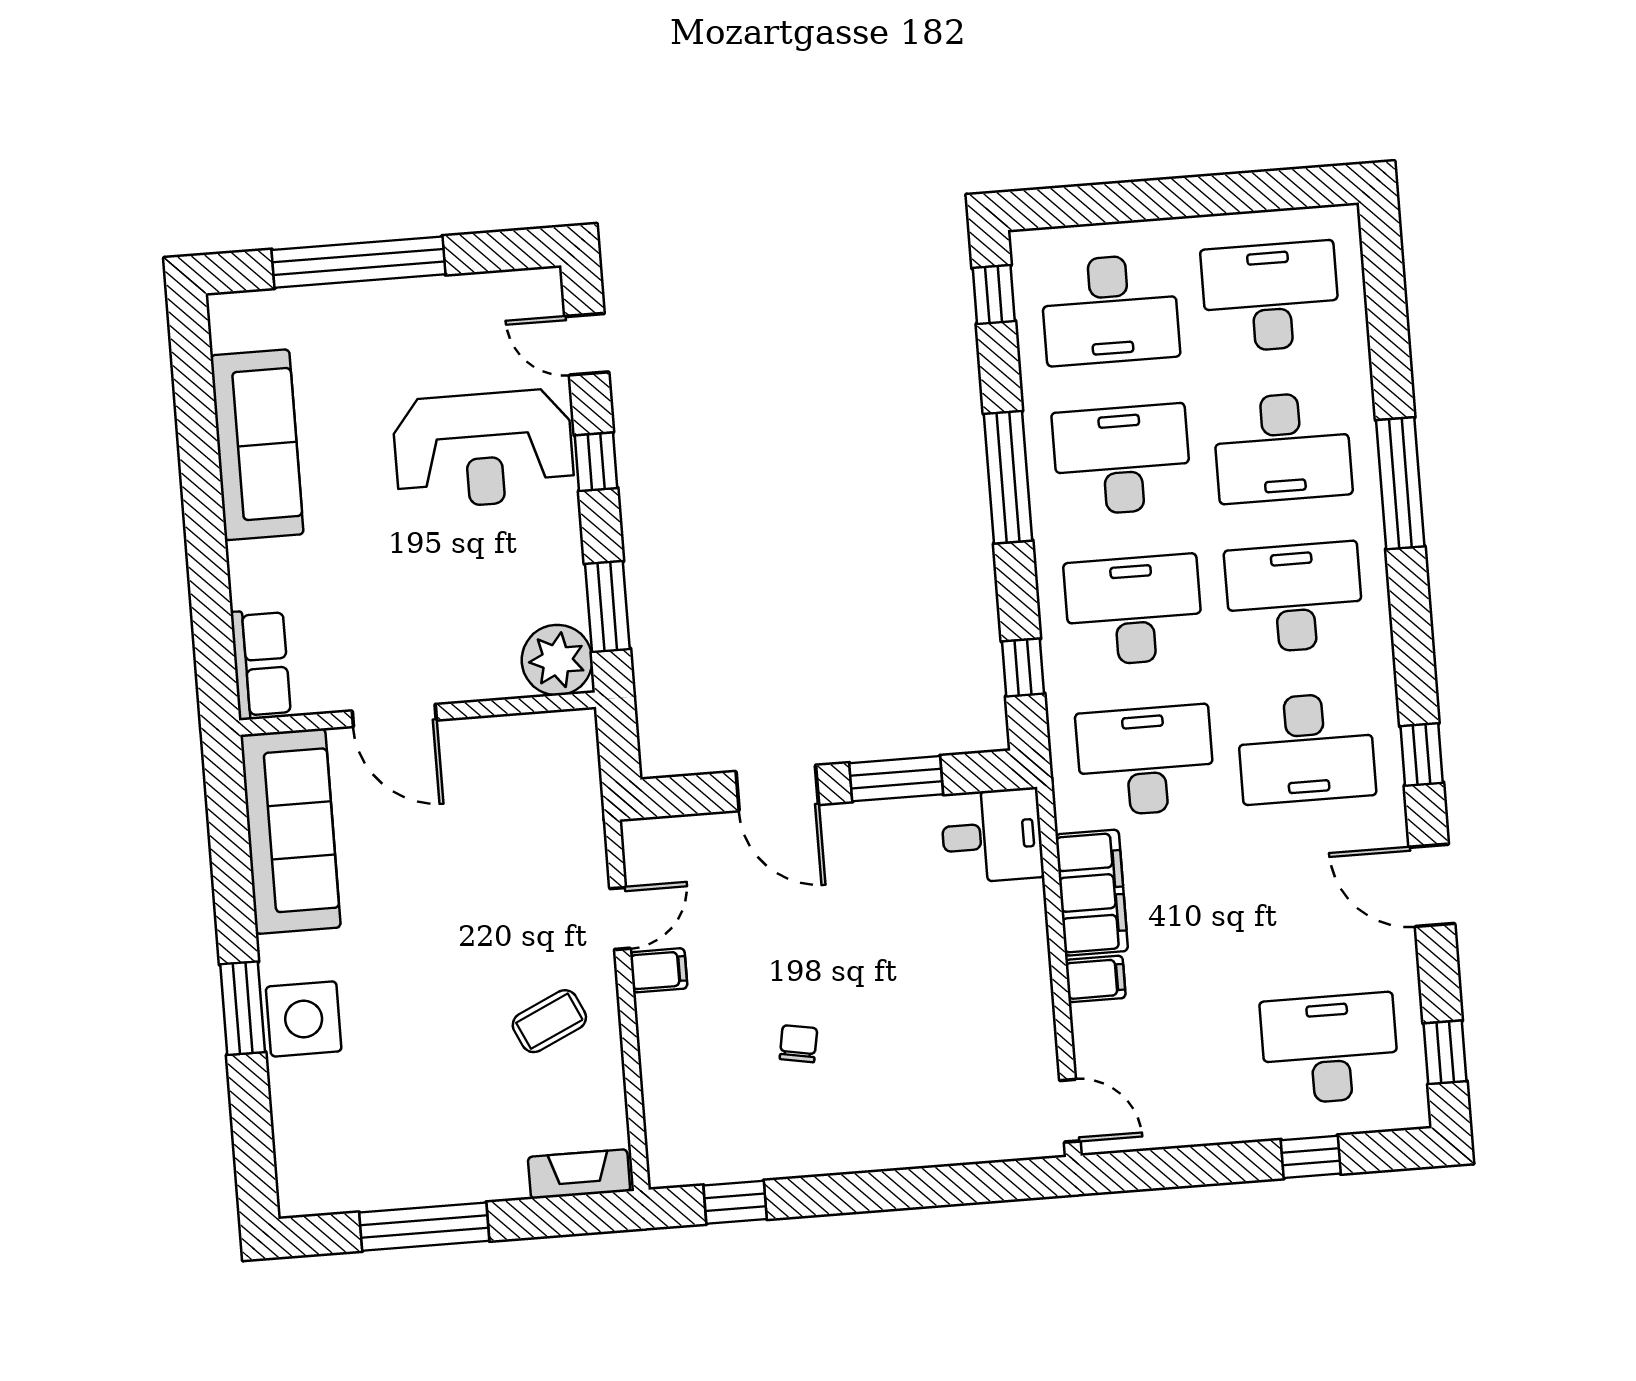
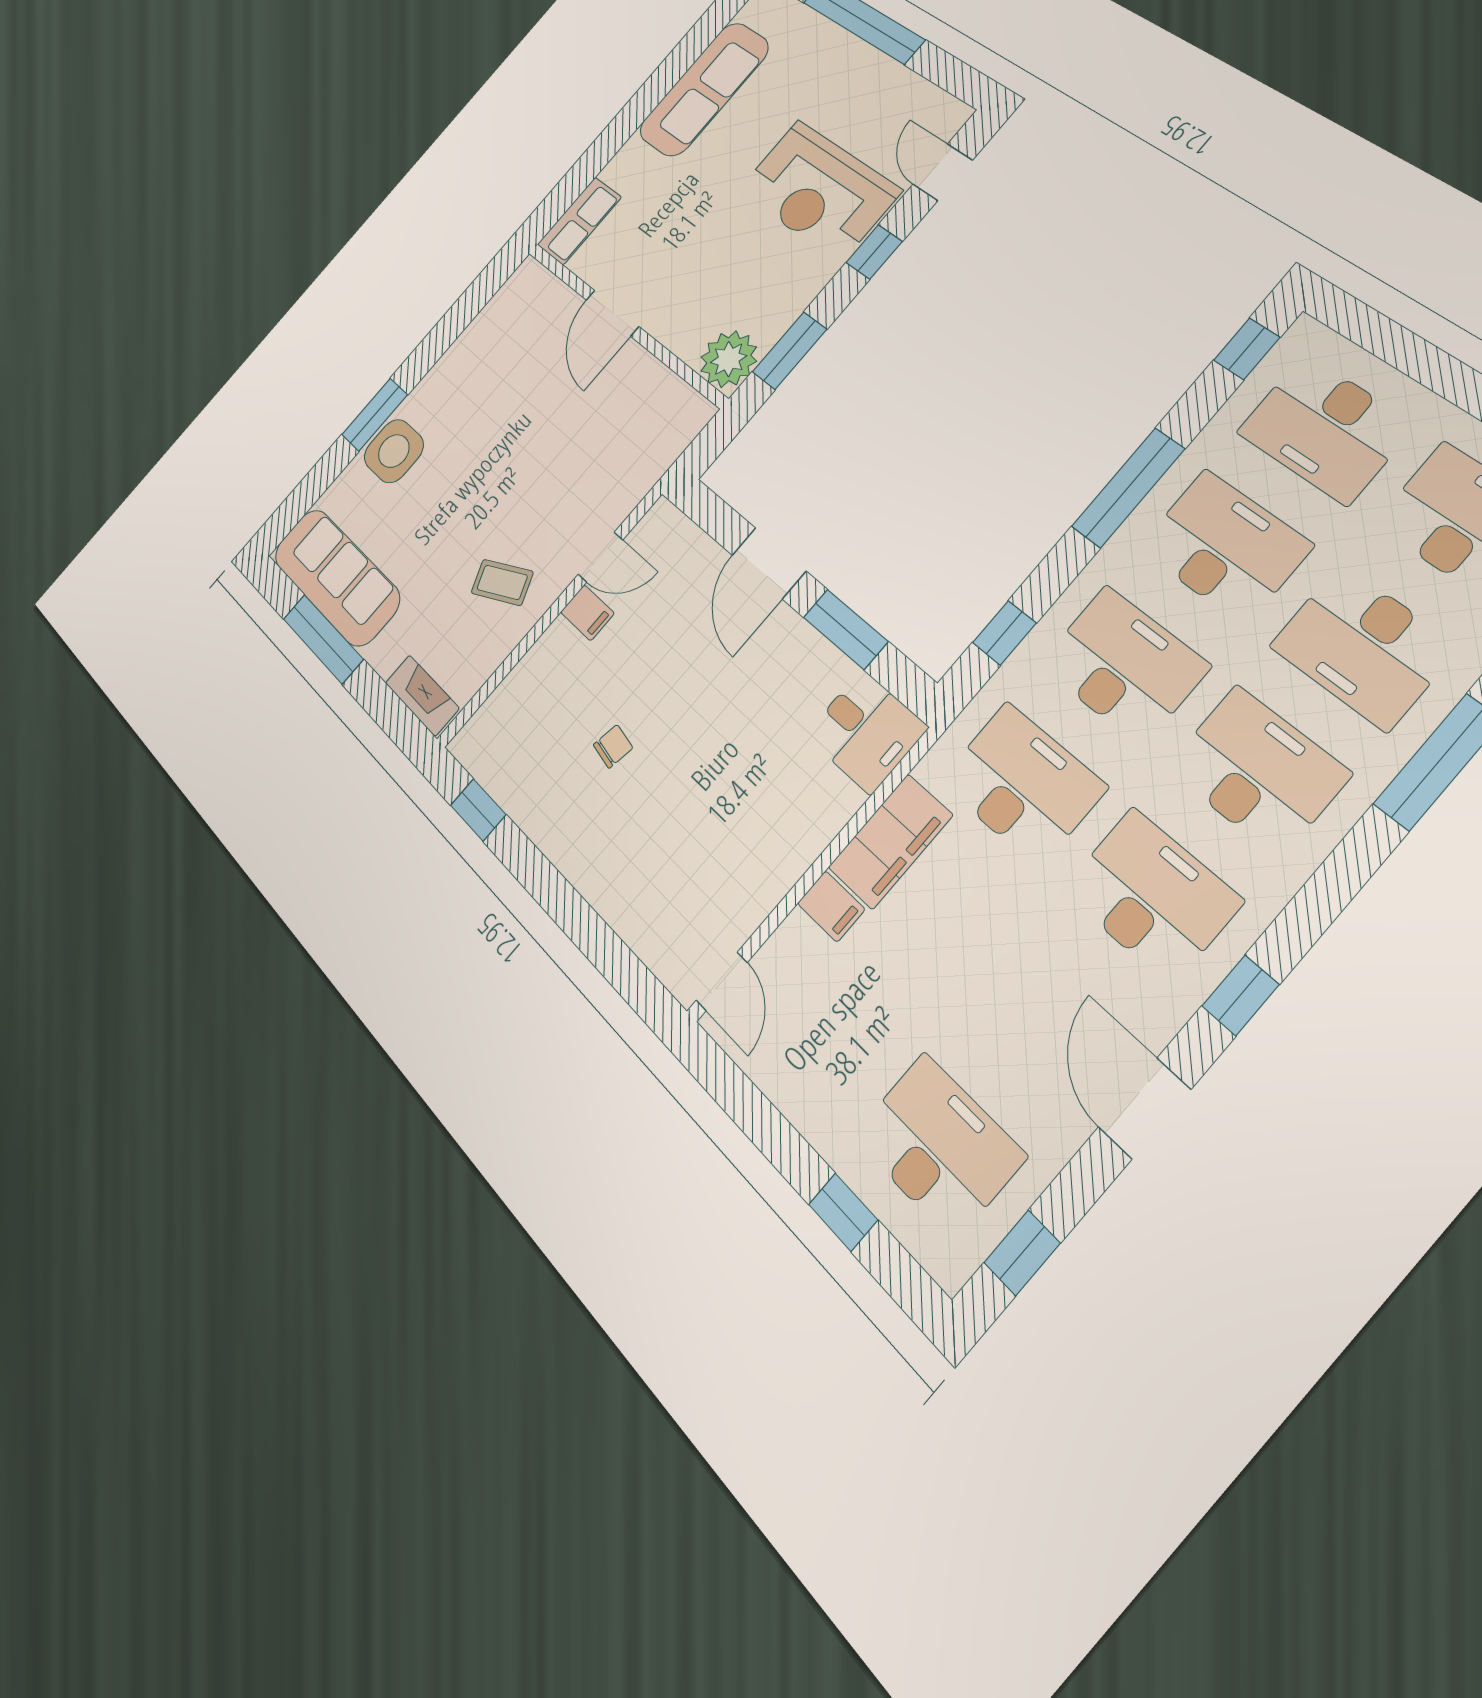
desk: (1306, 748) -> (1152, 896), turned 180
sofa: (290, 831) -> (336, 577), moved, turned -90

